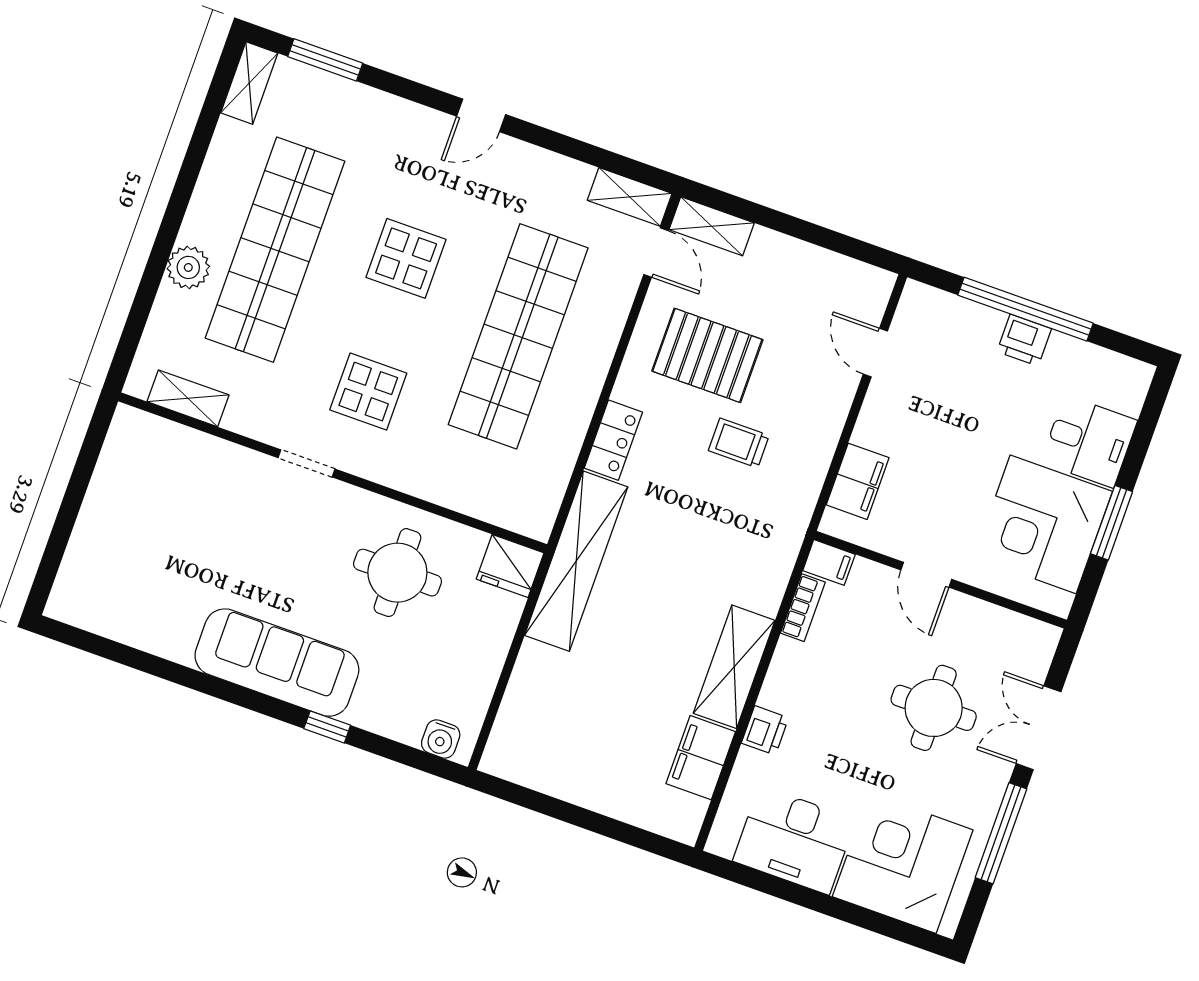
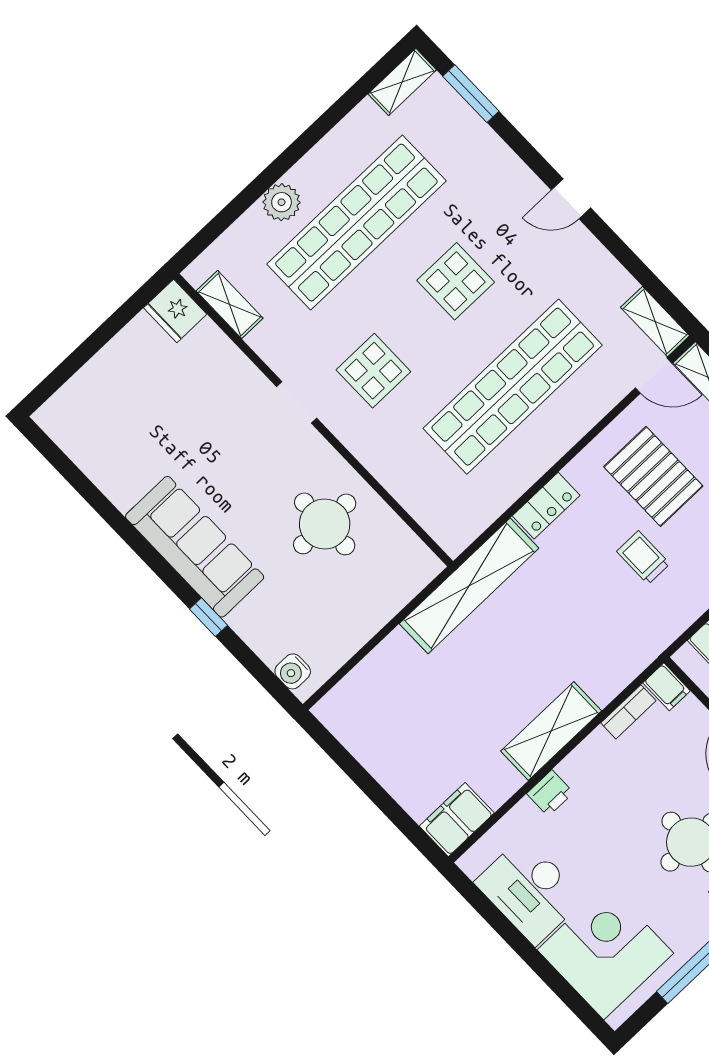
door: (656, 253) -> (654, 376), hinge flipped
fridge: (510, 566) -> (175, 311), moved
filing cabinet: (701, 758) -> (457, 820), moved

